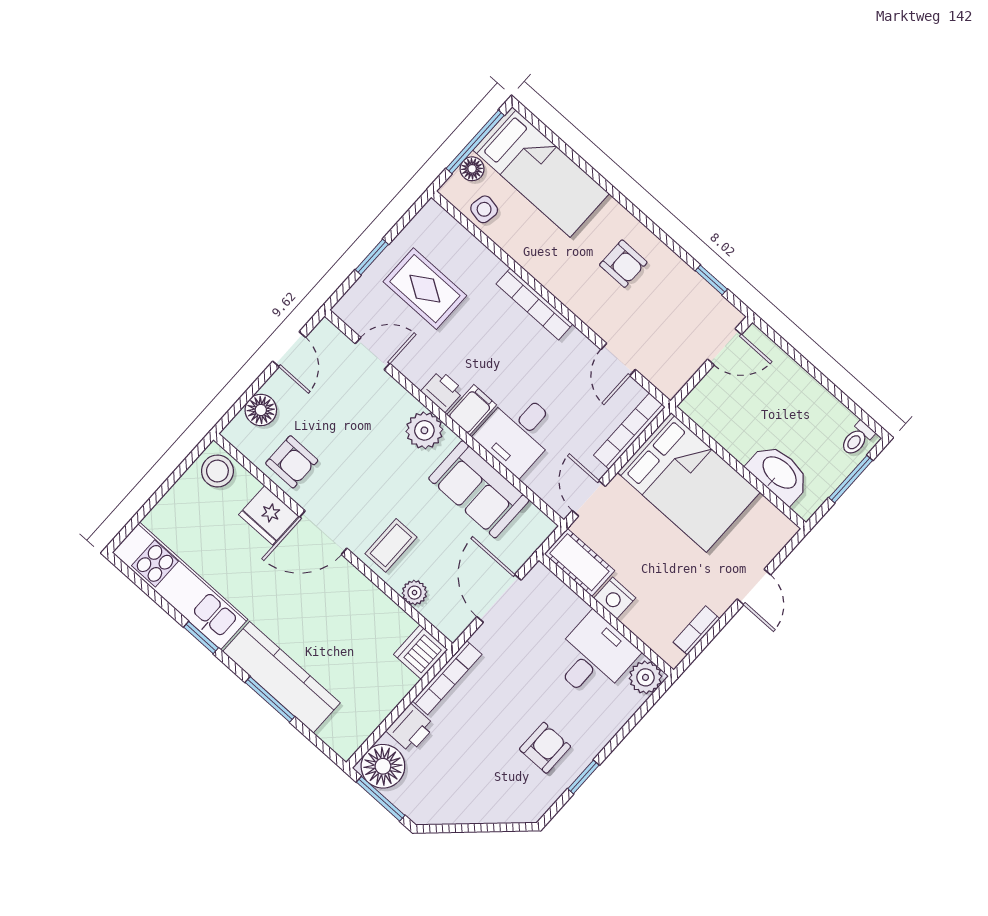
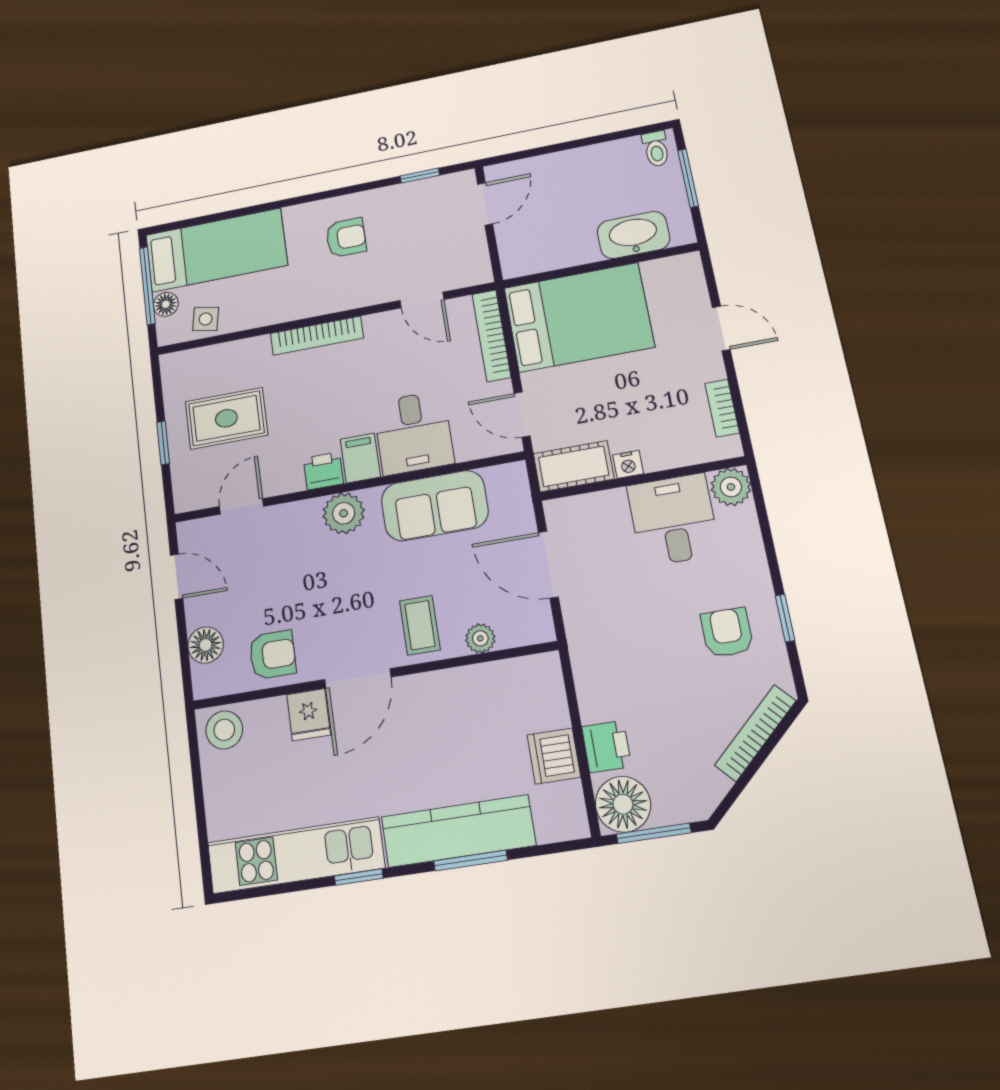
fridge: (269, 515) -> (309, 715), width x0.72
nightstand: (615, 598) -> (628, 464), width x0.72, depth x0.74
dishwasher: (421, 652) -> (554, 756), moved
bookcase: (447, 678) -> (755, 733), moved, turned -133

